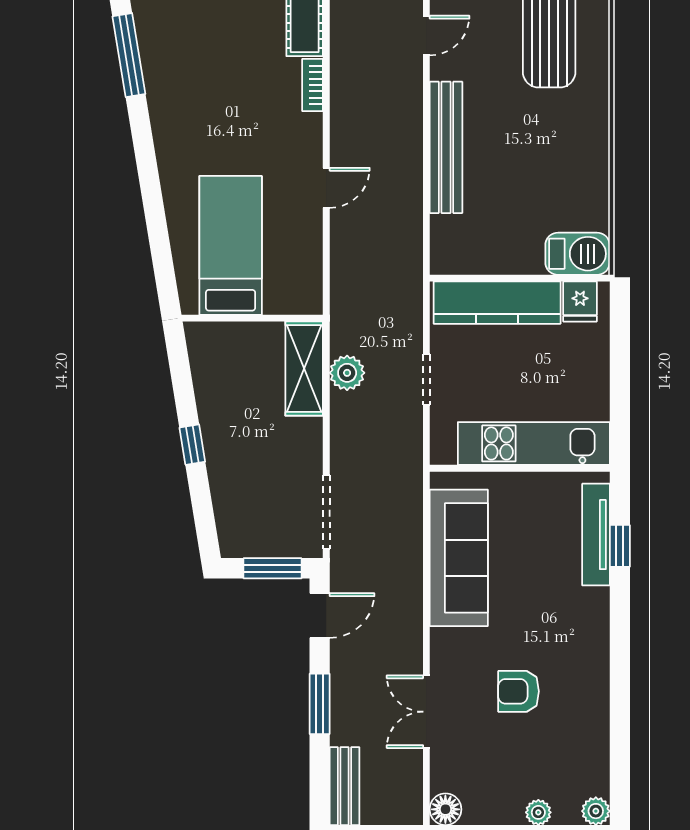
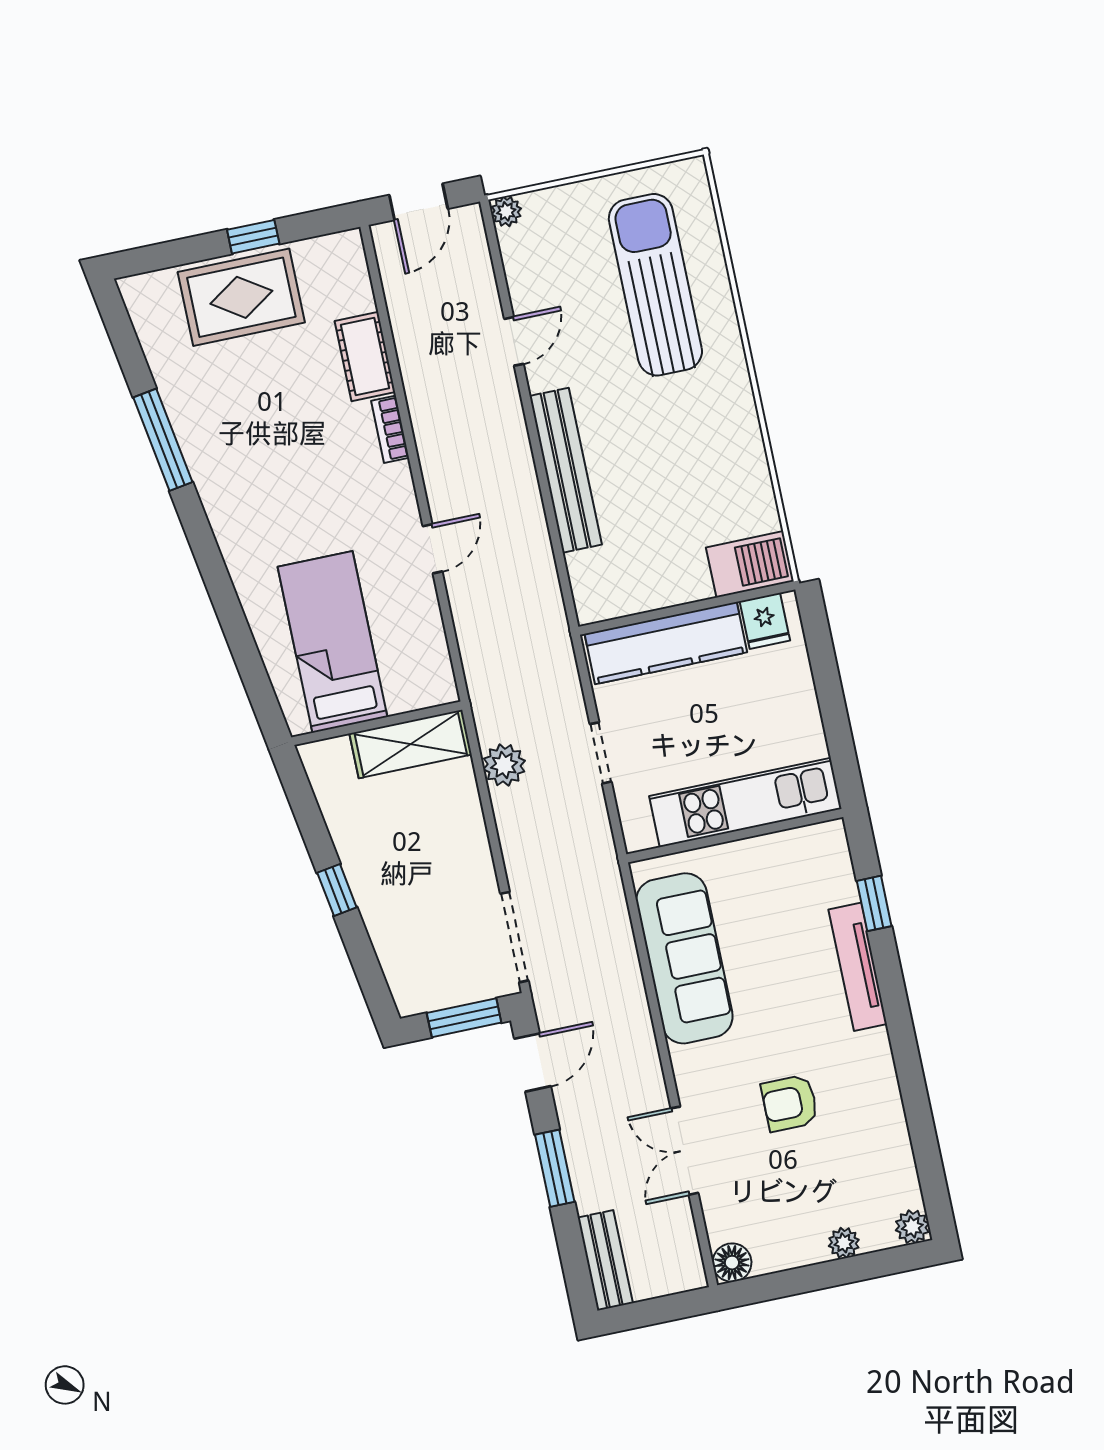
shelving: (304, 369) -> (411, 744), moved, turned 90
tv unit: (596, 535) -> (858, 967), moved

